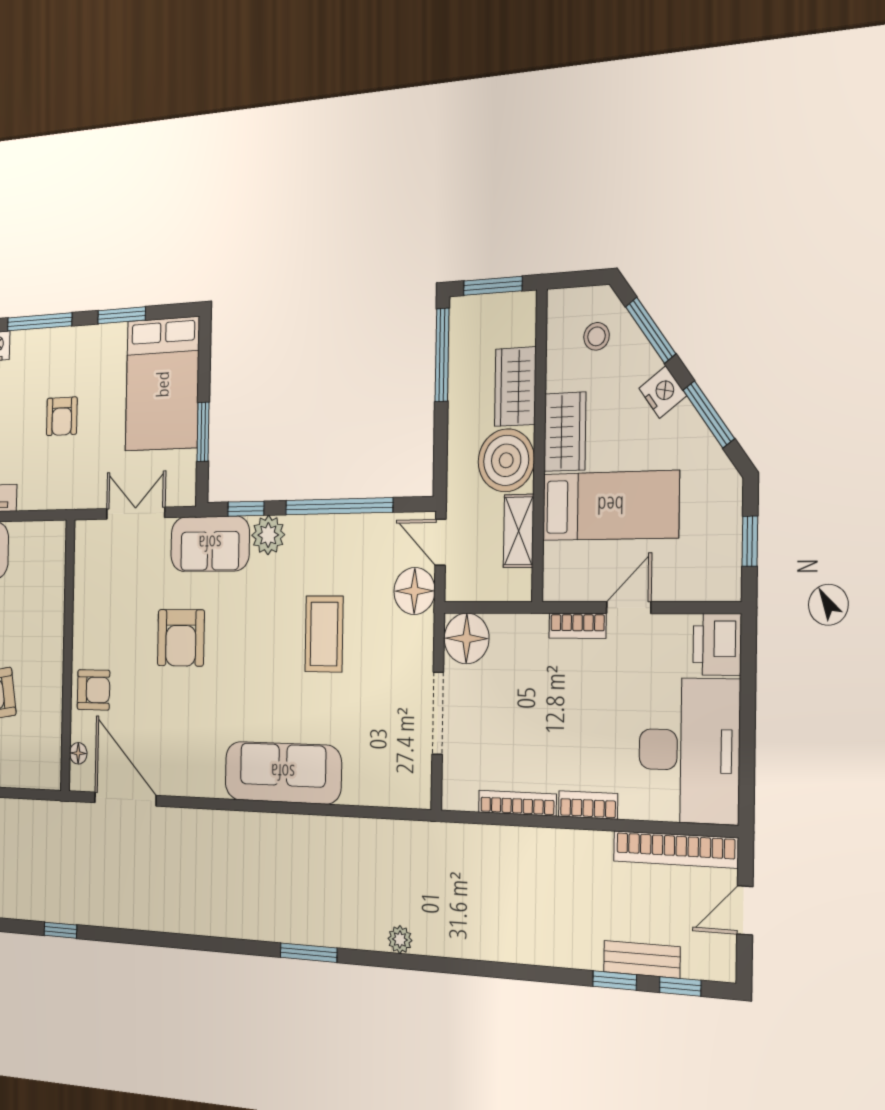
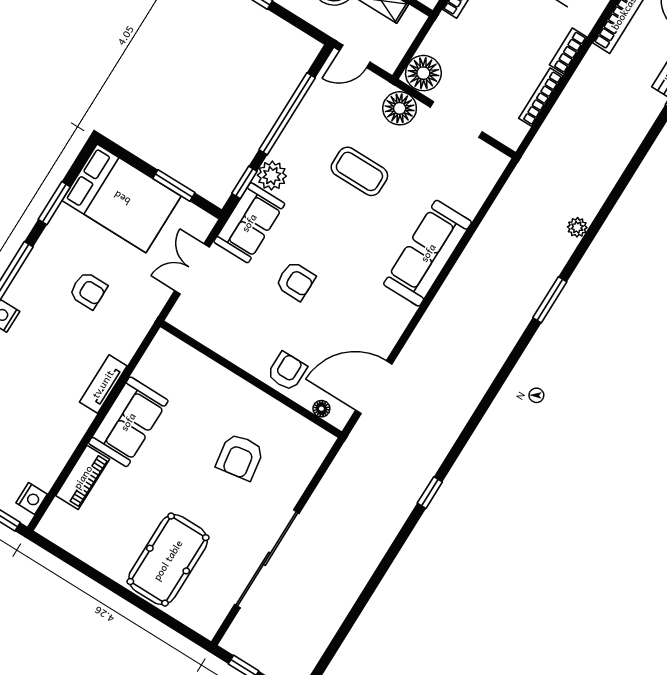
floor lamp: (414, 591) -> (400, 108), moved
armchair: (181, 638) -> (296, 281), width x0.72, depth x0.72

